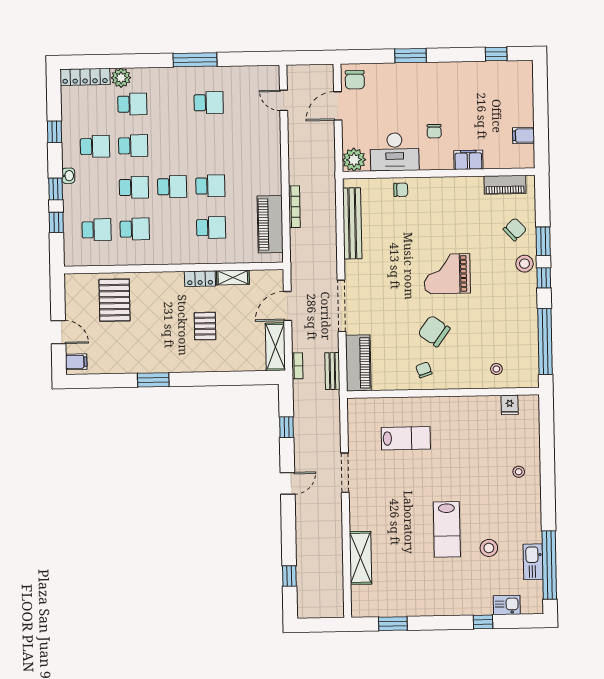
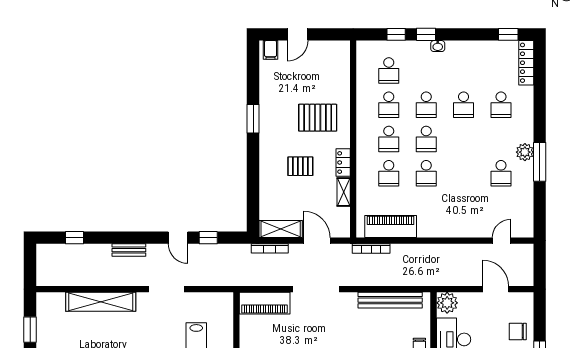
plant: (121, 78) -> (525, 152), moved
chair: (355, 80) -> (518, 331), moved
window: (54, 132) -> (508, 34), moved
school desk: (95, 146) -> (389, 139), moved
bookcase: (294, 207) -> (371, 249), moved
pallet: (115, 300) -> (318, 118), moved
bookcase: (297, 366) -> (270, 248), width x1.56
bench: (332, 371) -> (129, 250), moved
door: (288, 483) -> (178, 238), moved
shelving: (360, 558) -> (101, 302), width x1.47

